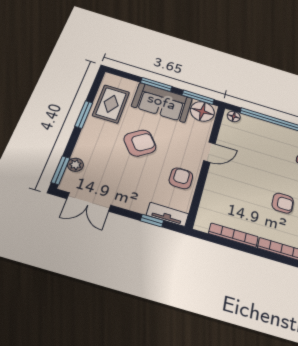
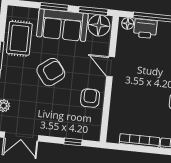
printer: (252, 125) -> (145, 29), added
door: (210, 152) -> (111, 67), swing flipped
tv unit: (167, 214) -> (84, 134), removed

